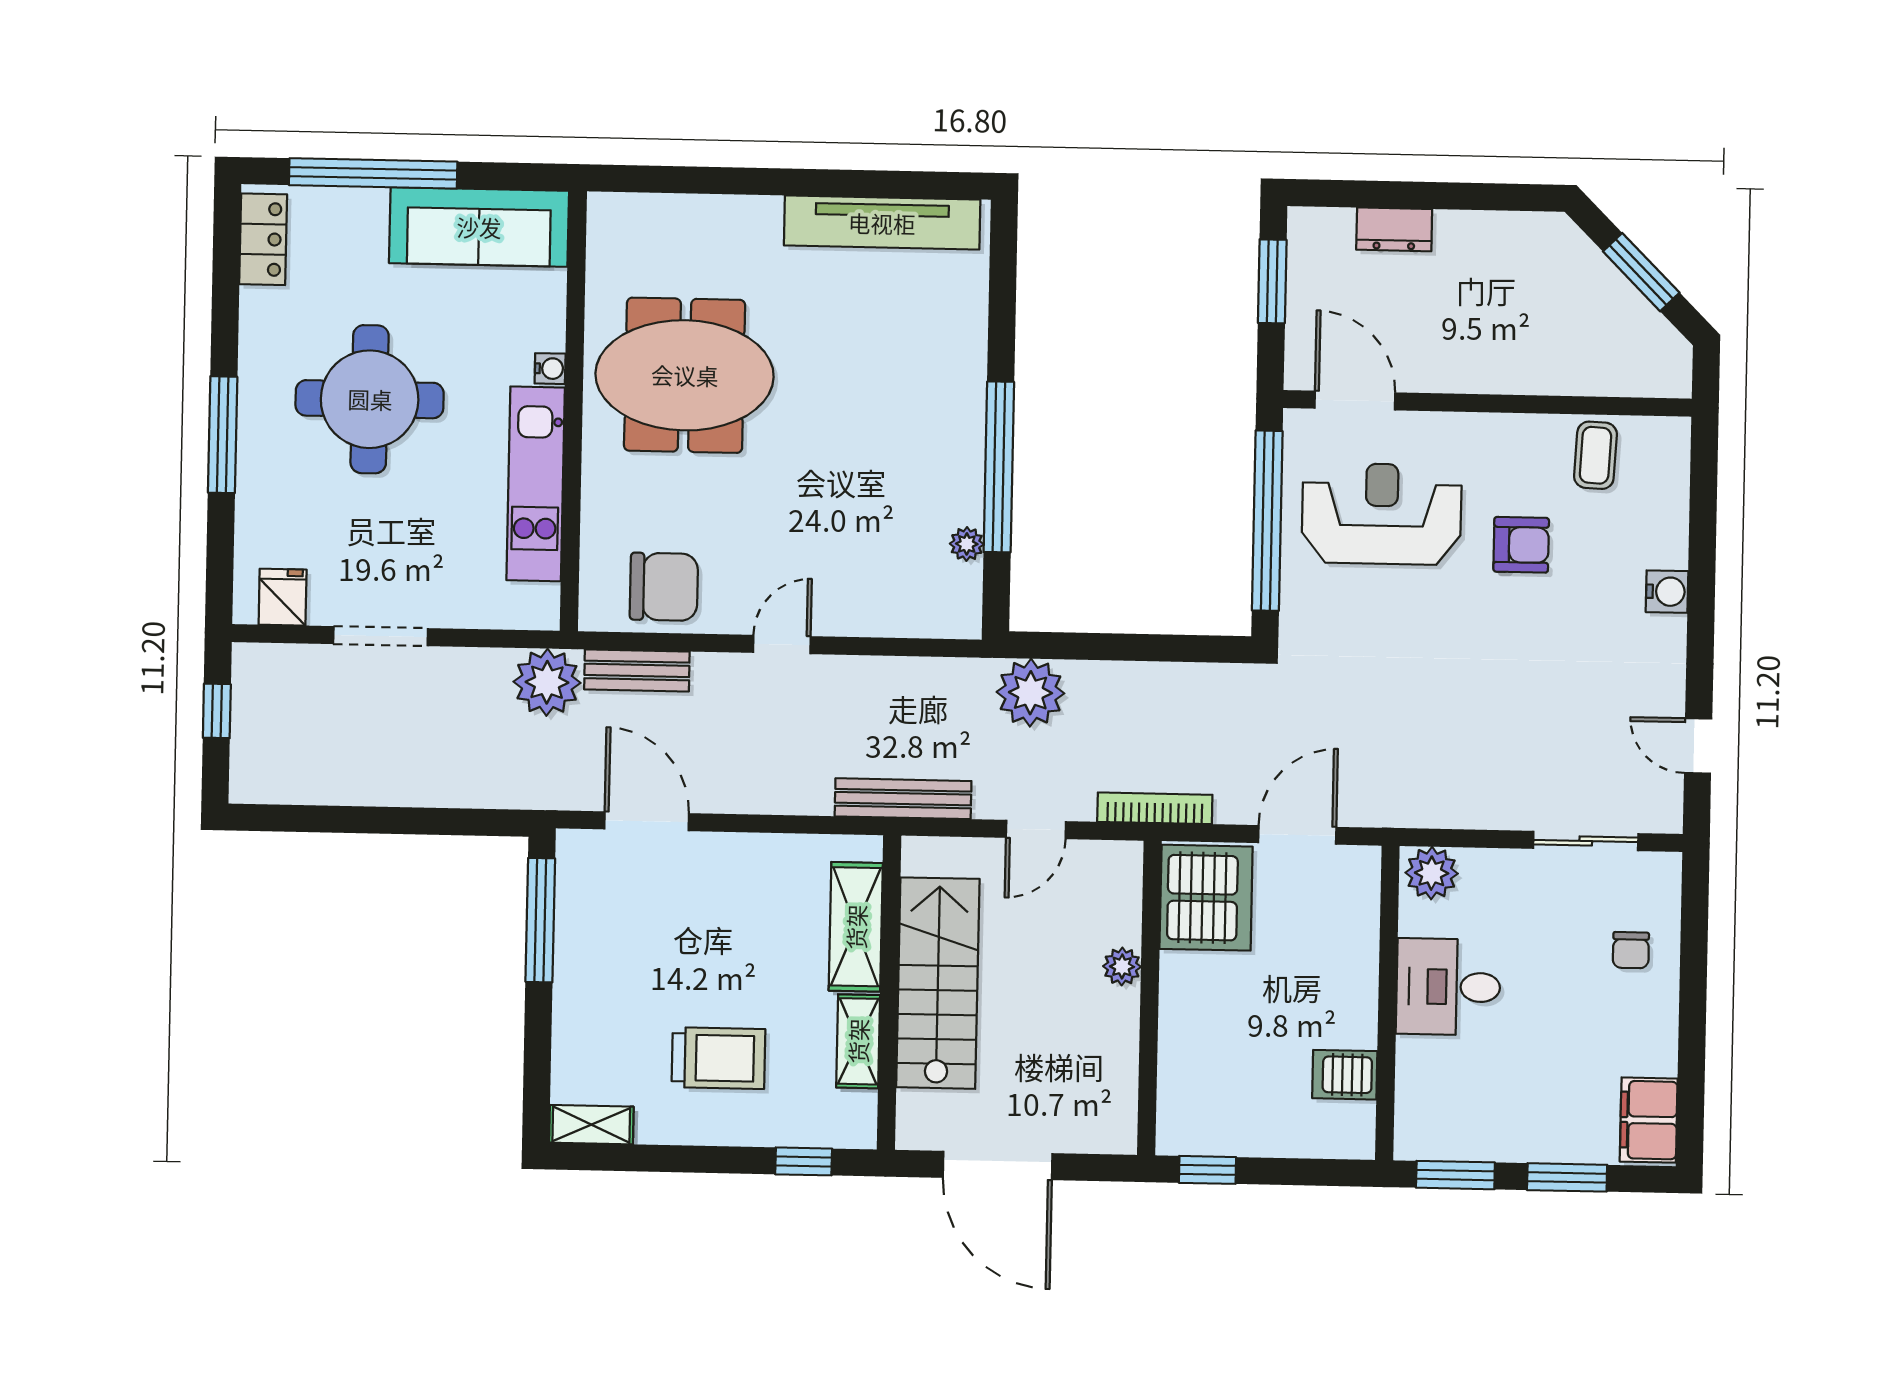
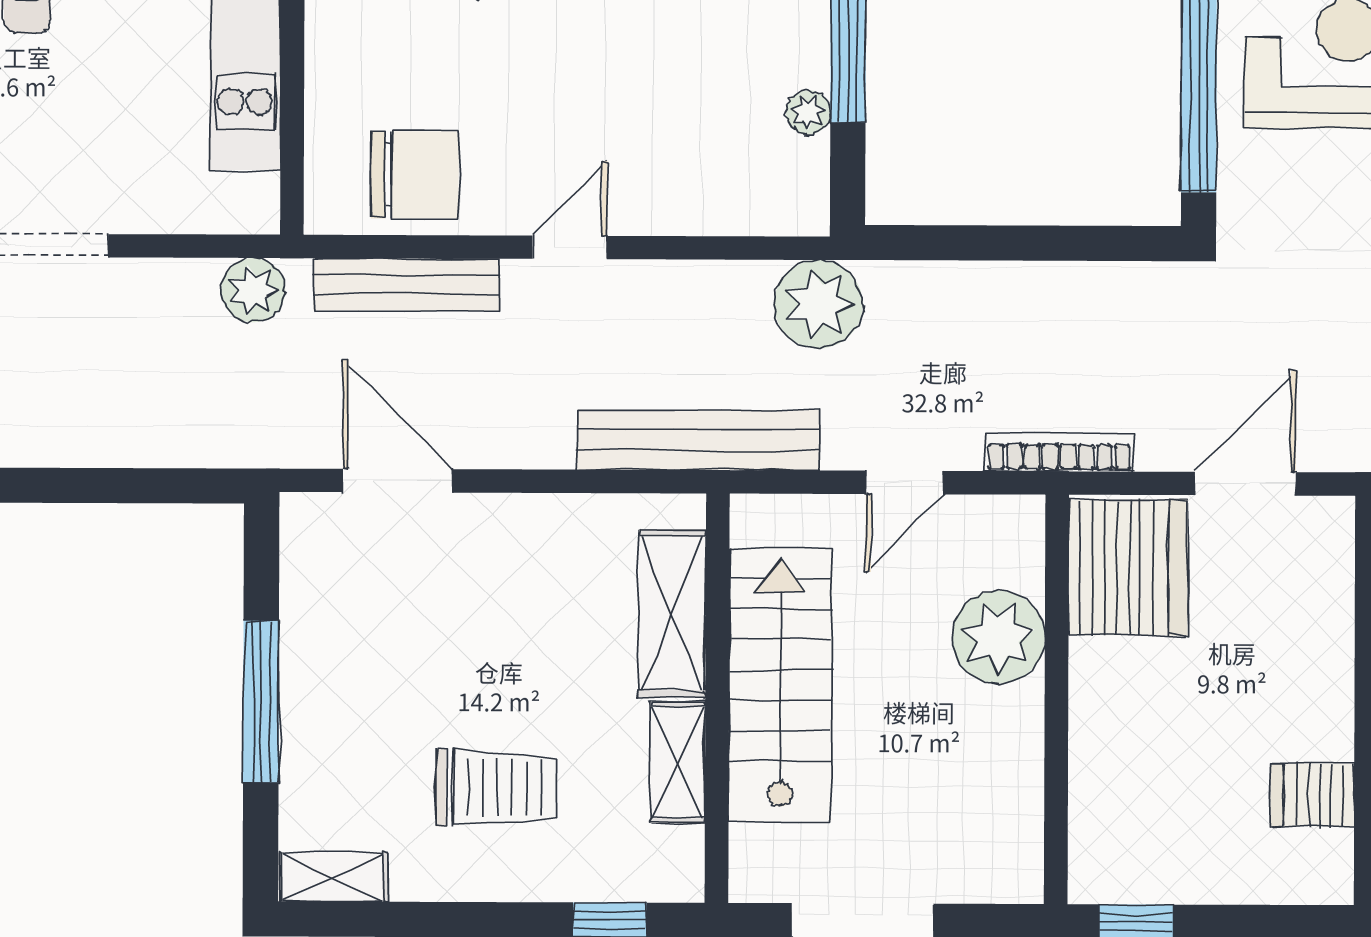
bench: (637, 670) -> (406, 285), width x1.36
plant: (547, 682) -> (253, 290), width x0.73, depth x0.73
plant: (1030, 693) -> (818, 304), moved
bench: (903, 799) -> (699, 440), width x1.37, depth x1.21
window: (540, 920) -> (261, 702), moved
plant: (1122, 967) -> (998, 637), width x1.87, depth x1.87

